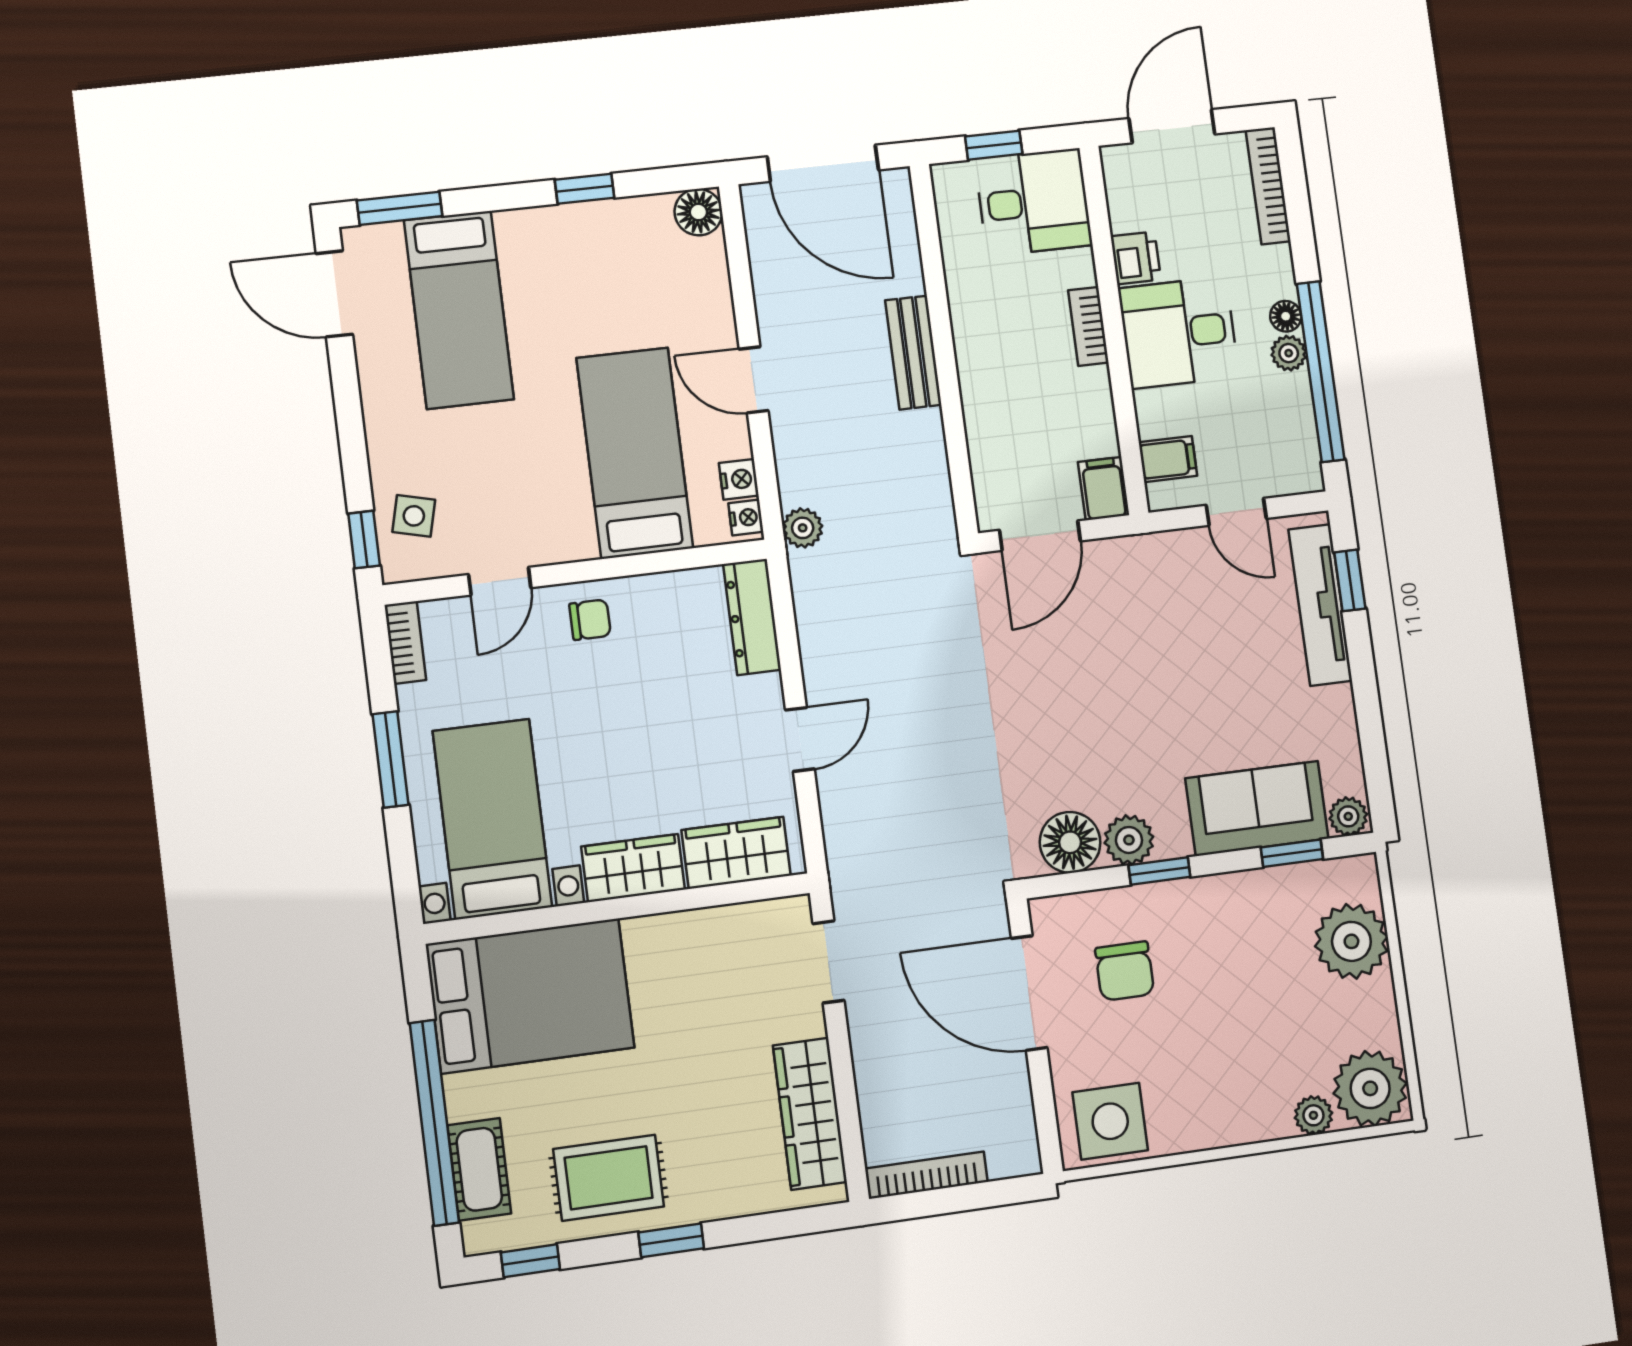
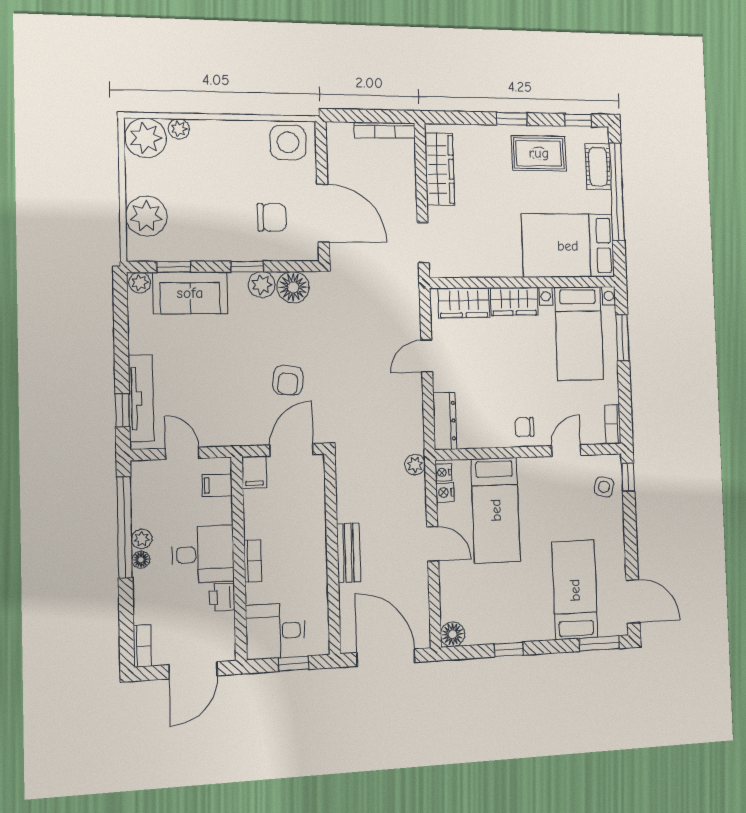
bookcase: (1268, 186) -> (142, 646), width x0.64
armchair: (1061, 665) -> (288, 380), added
window: (391, 759) -> (623, 338), moved
chair: (1125, 971) -> (272, 217), turned 90

